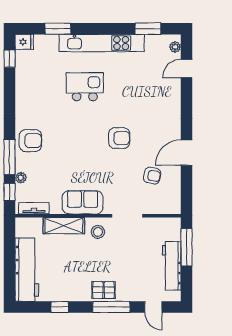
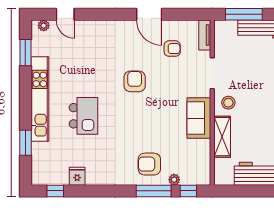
fridge: (24, 42) -> (77, 176), moved
kitchen island: (85, 87) -> (83, 116), turned 180
armchair: (30, 141) -> (149, 164), moved, turned -90
armchair: (152, 176) -> (172, 49), turned 79
tv unit: (34, 208) -> (205, 35), moved

